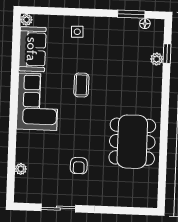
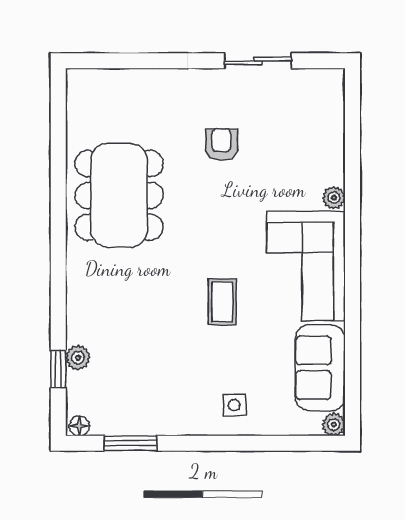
floor lamp: (145, 24) -> (79, 426), moved
plant: (21, 169) -> (334, 198), moved

